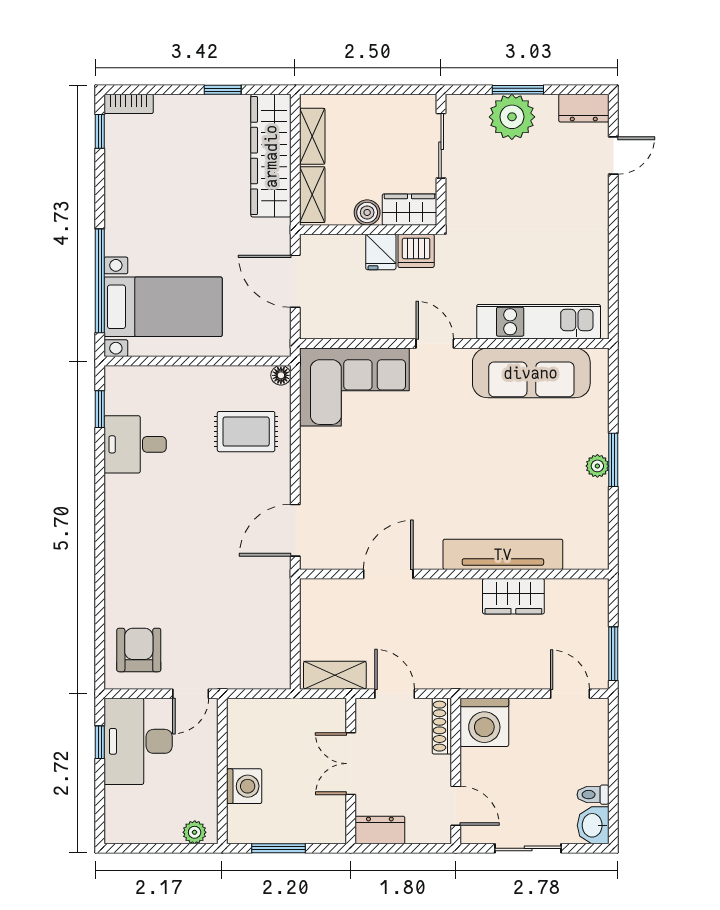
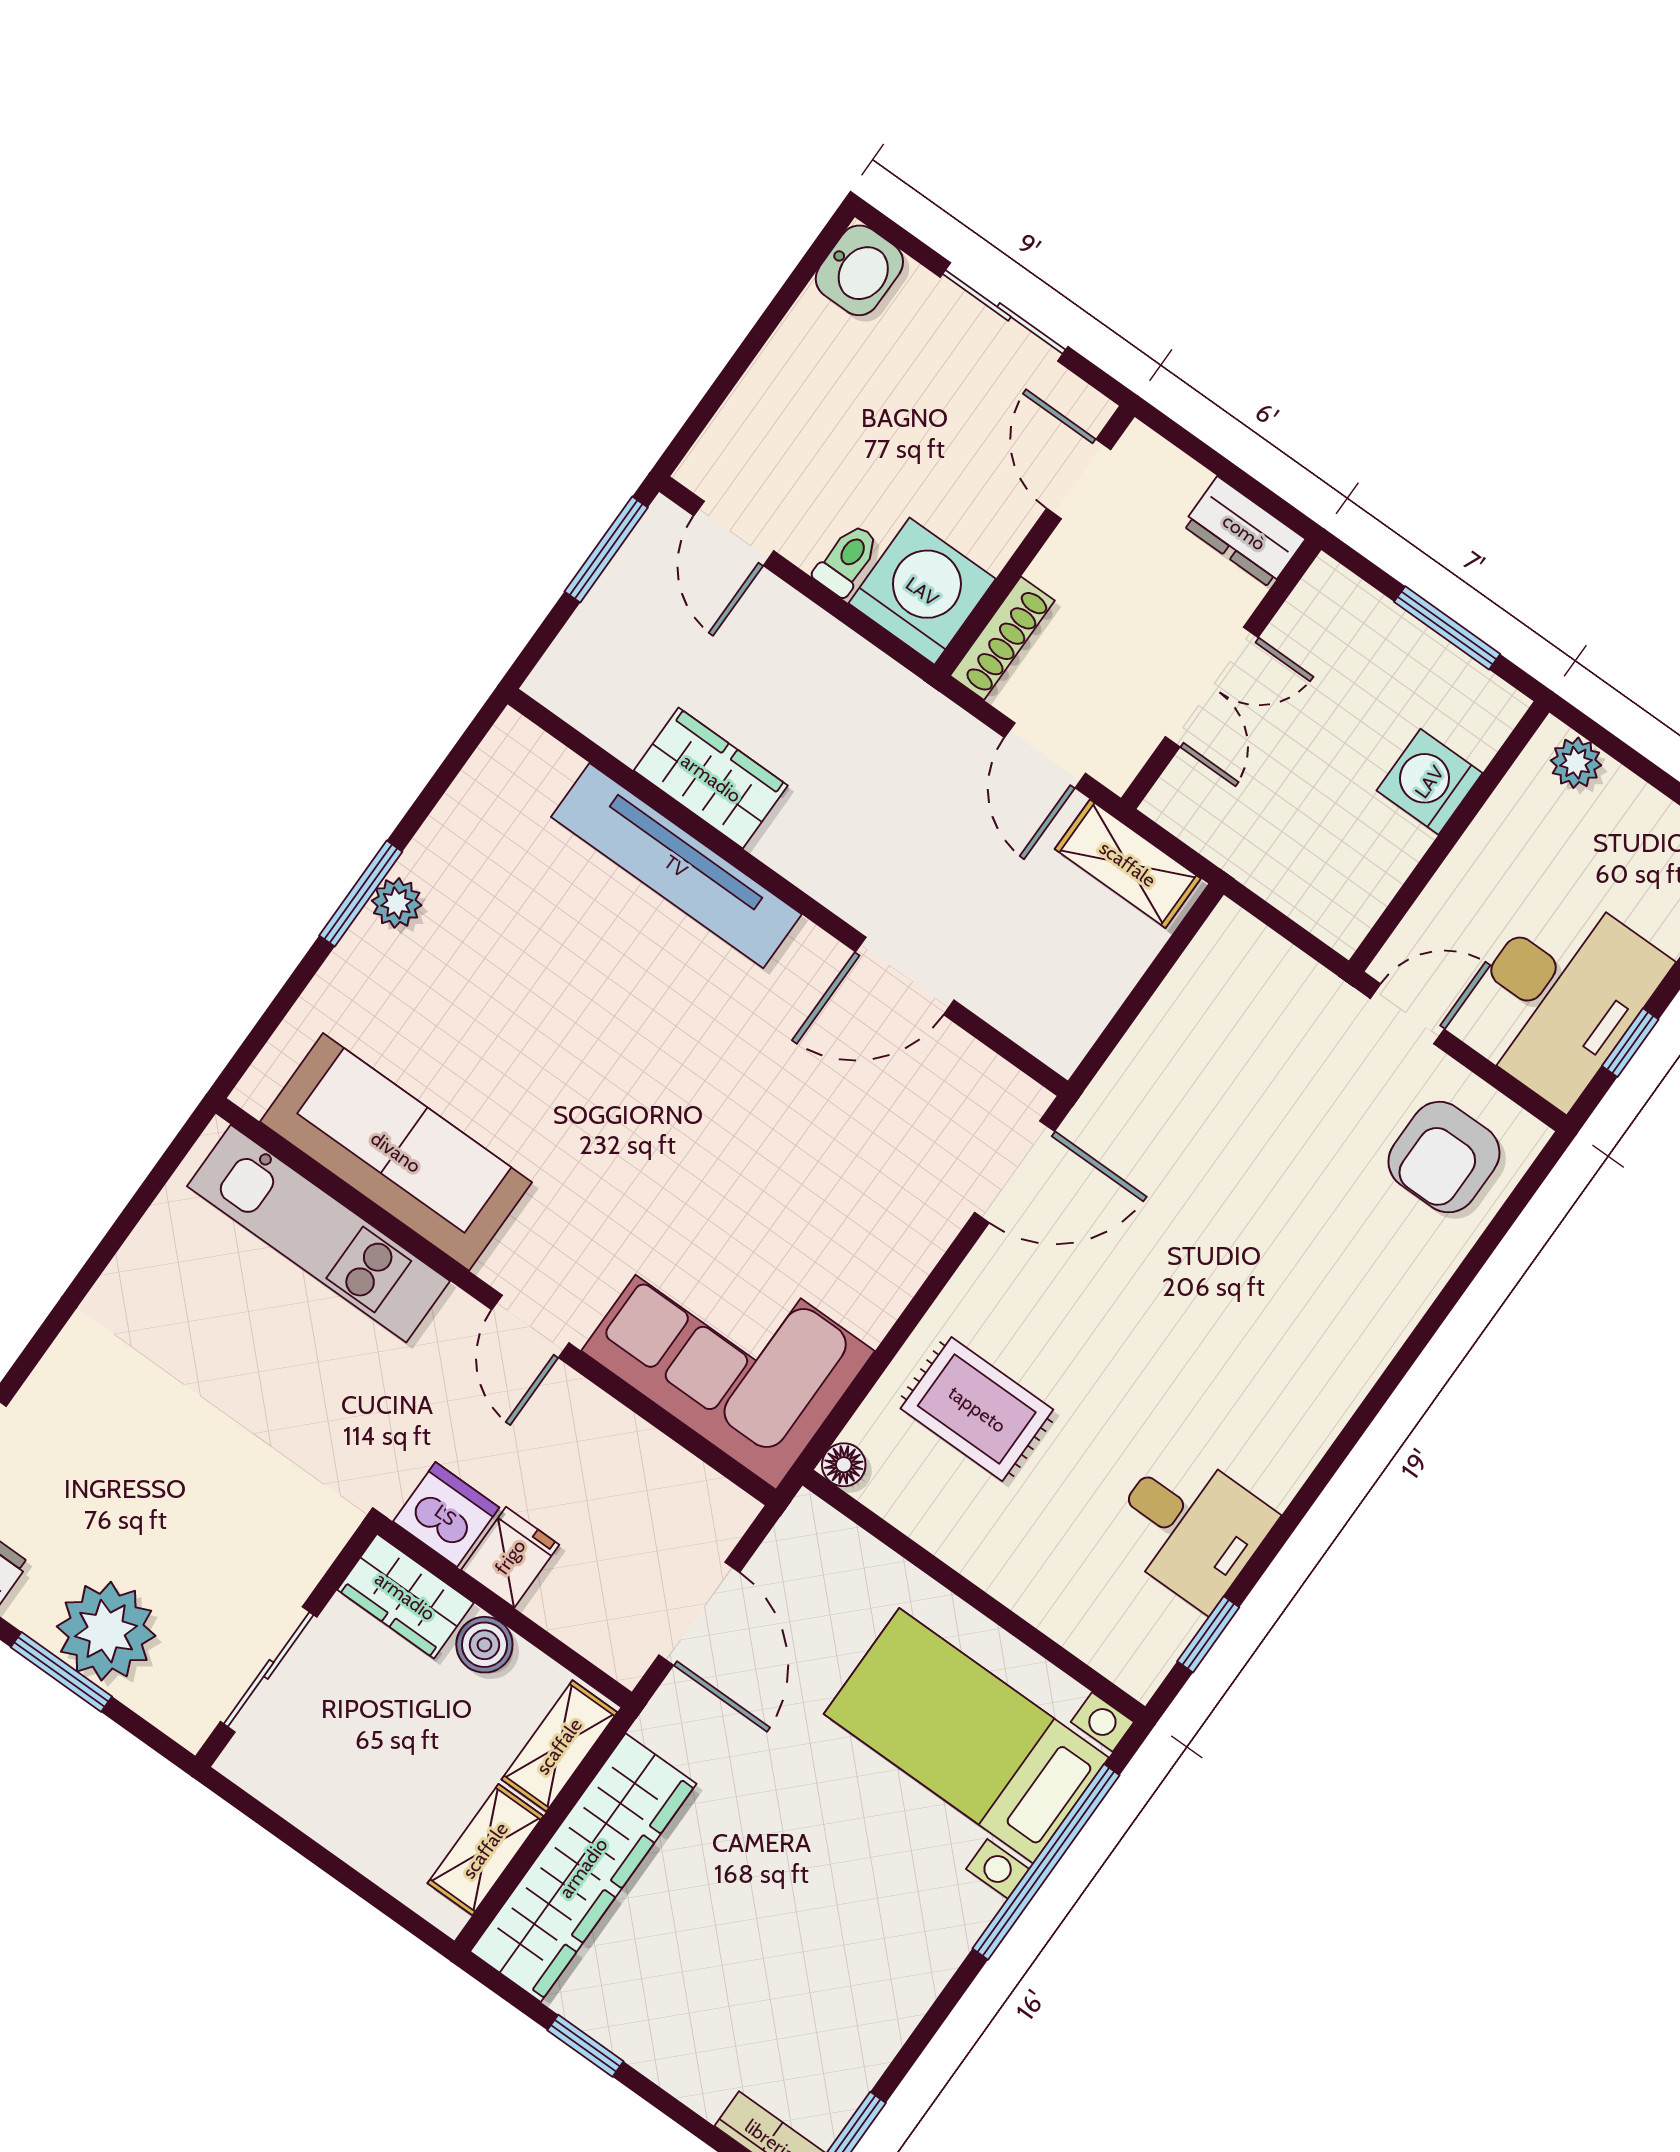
toilet: (593, 795) -> (847, 560), moved, turned -90

